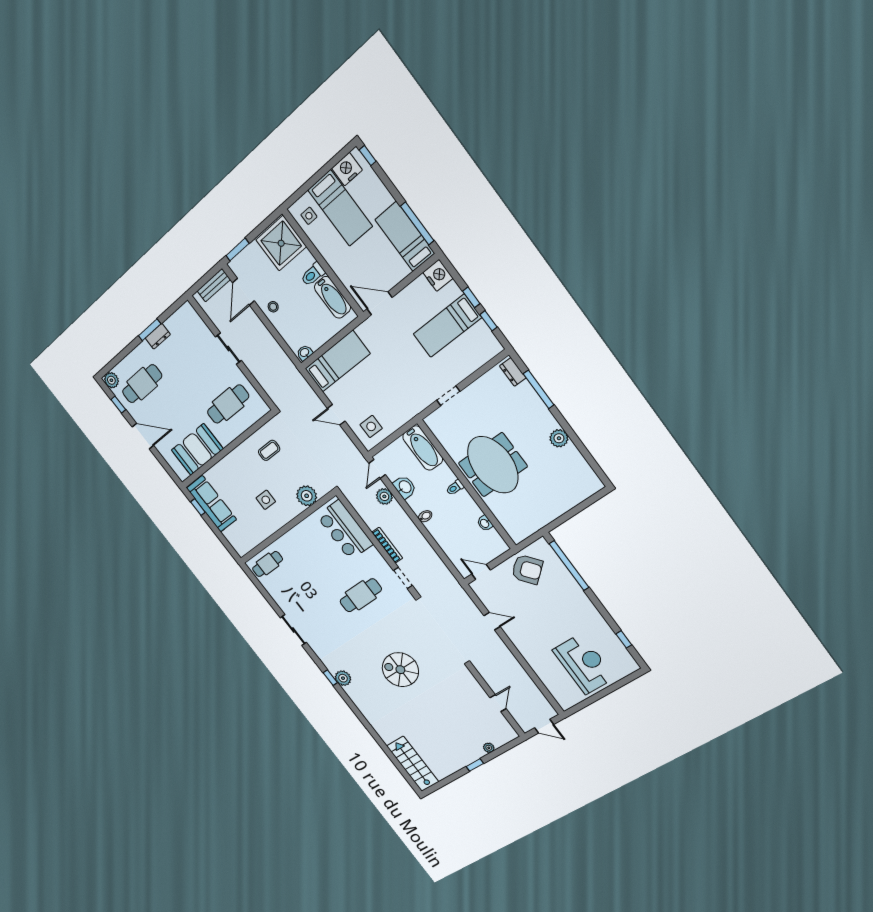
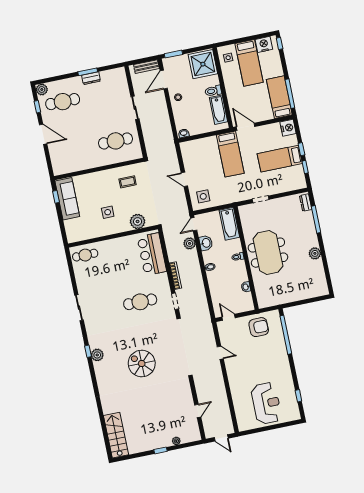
bed: (337, 361) -> (230, 154), moved, turned 90
booth: (197, 449) -> (77, 160), removed
armchair: (527, 569) -> (259, 327), turned -50

